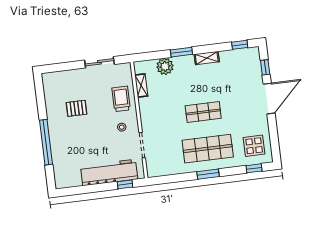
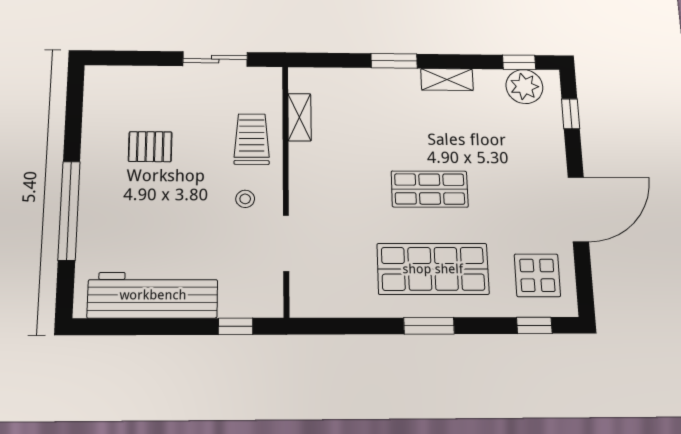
plant: (165, 66) -> (524, 87), moved
door: (269, 99) -> (578, 209), moved
workbench: (109, 173) -> (153, 295), moved

